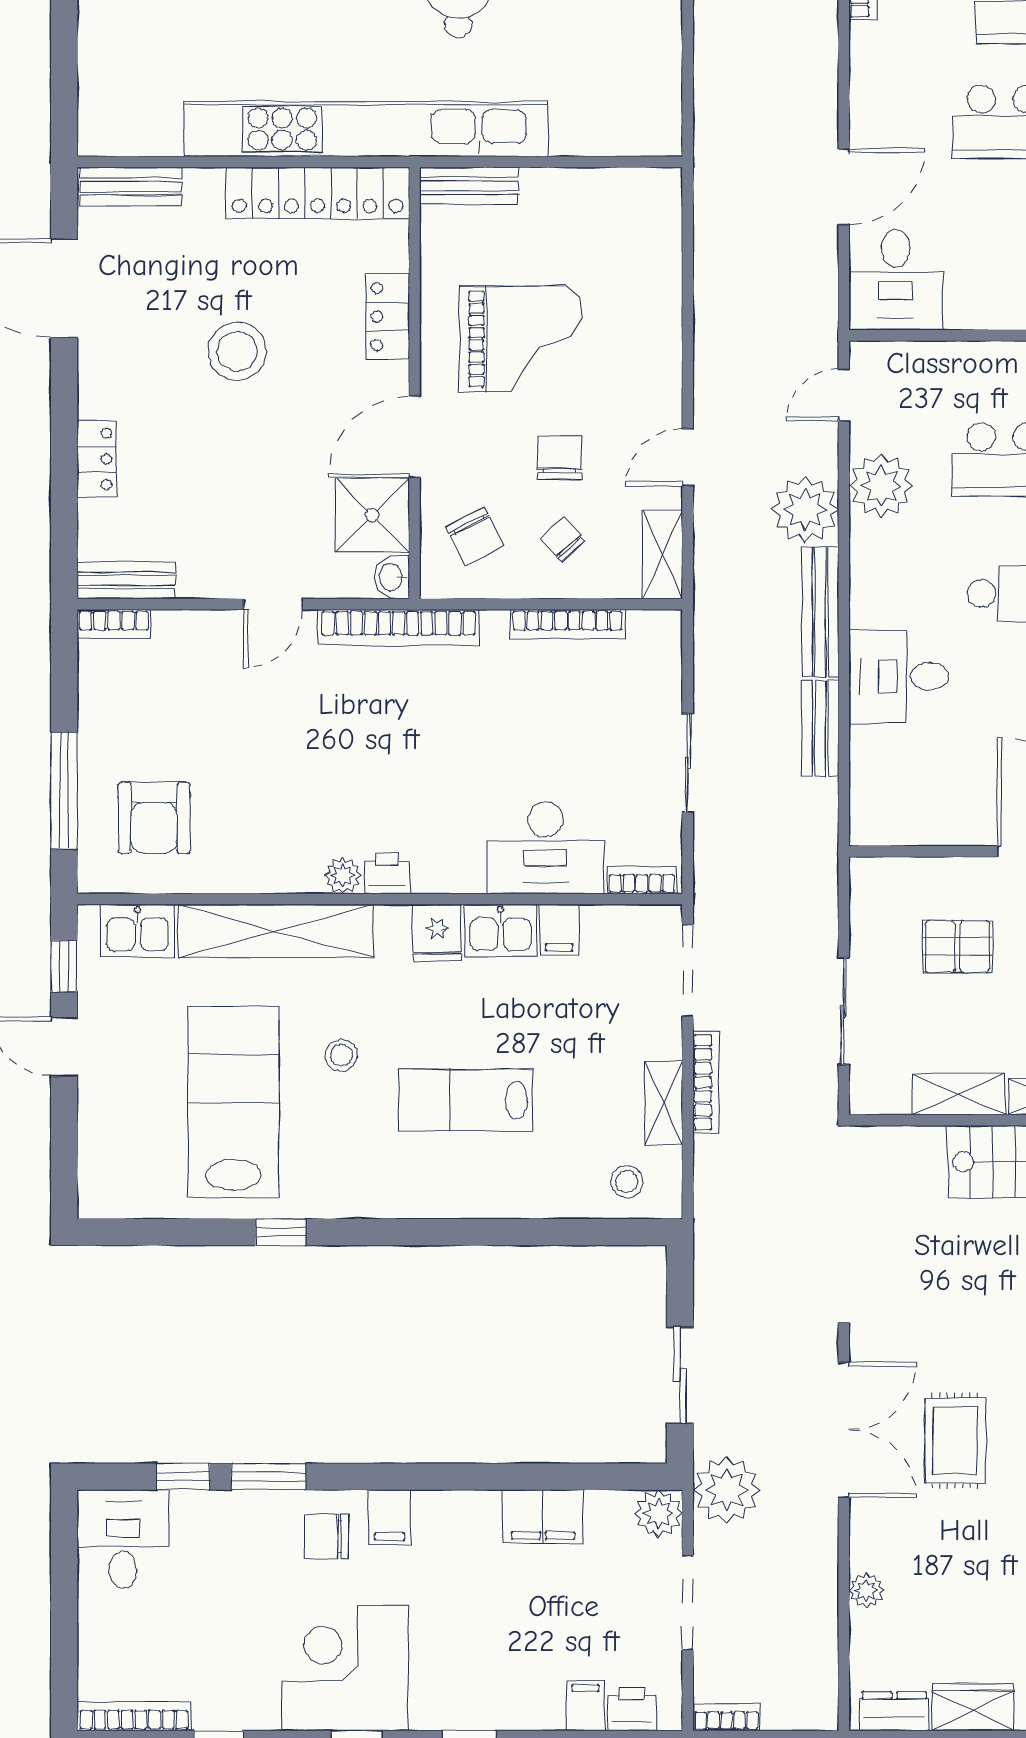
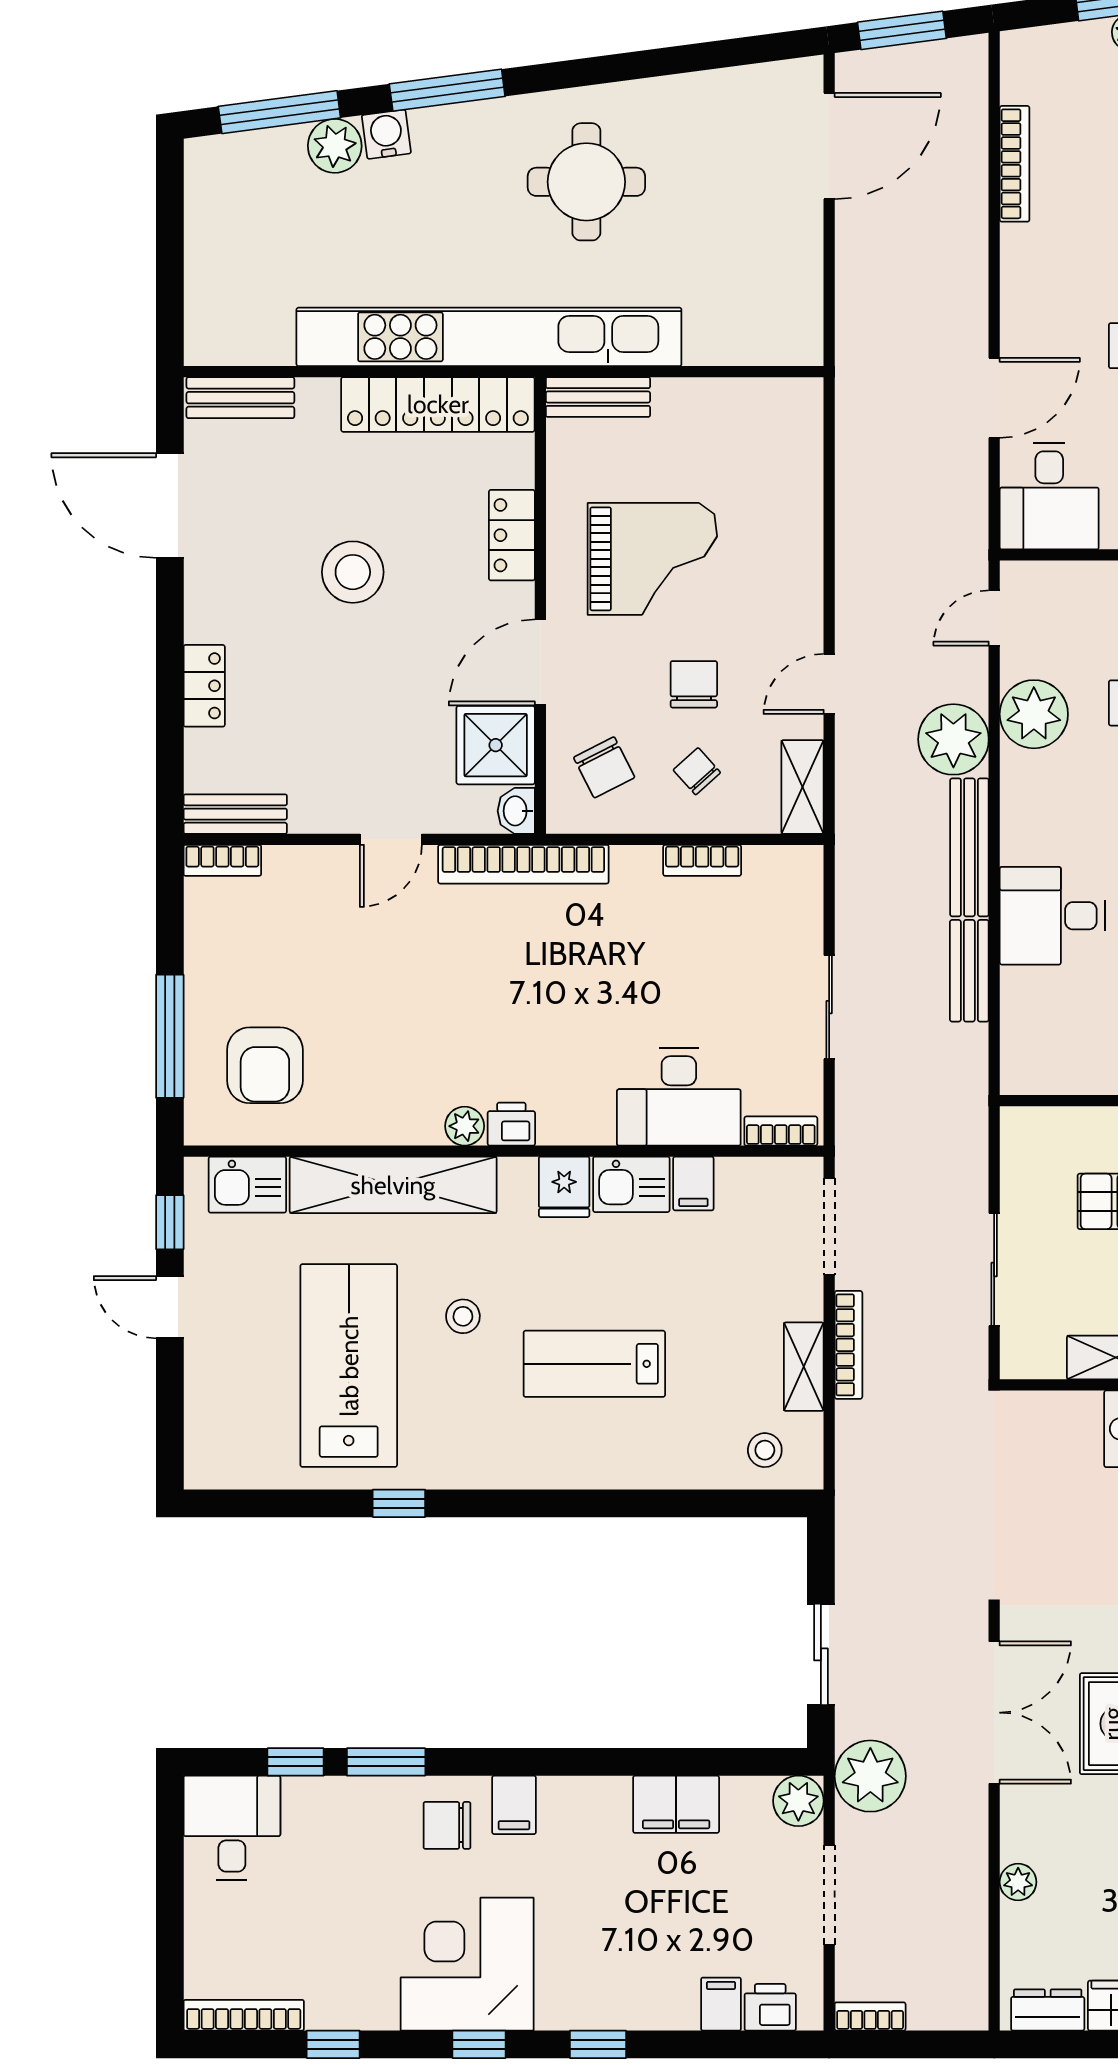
bookcase: (568, 624) -> (702, 860), width x0.64

